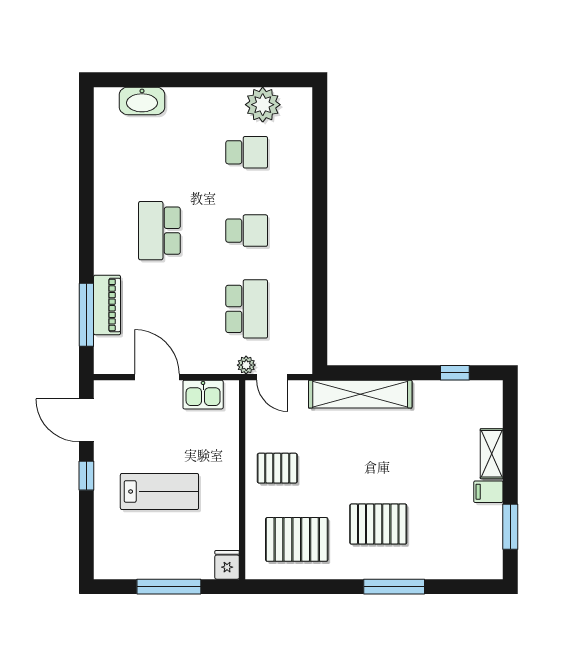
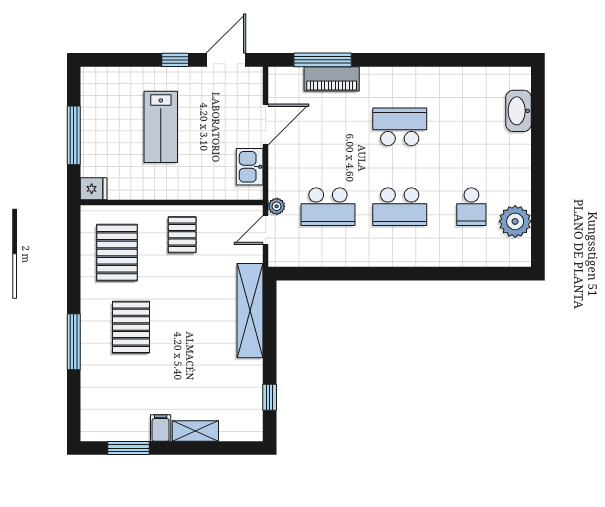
school desk: (247, 231) -> (400, 207), width x1.85

